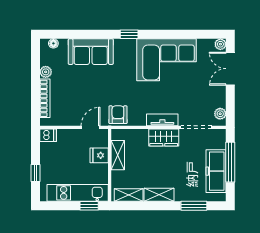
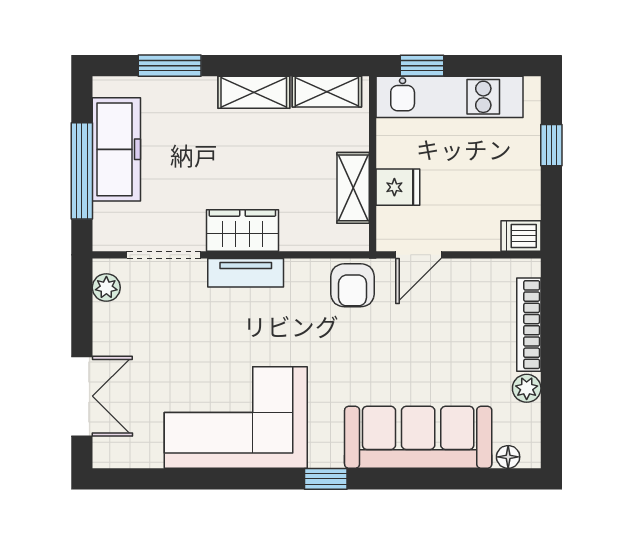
plant: (220, 44) -> (106, 455), removed
sofa: (91, 52) -> (418, 437), width x1.36

